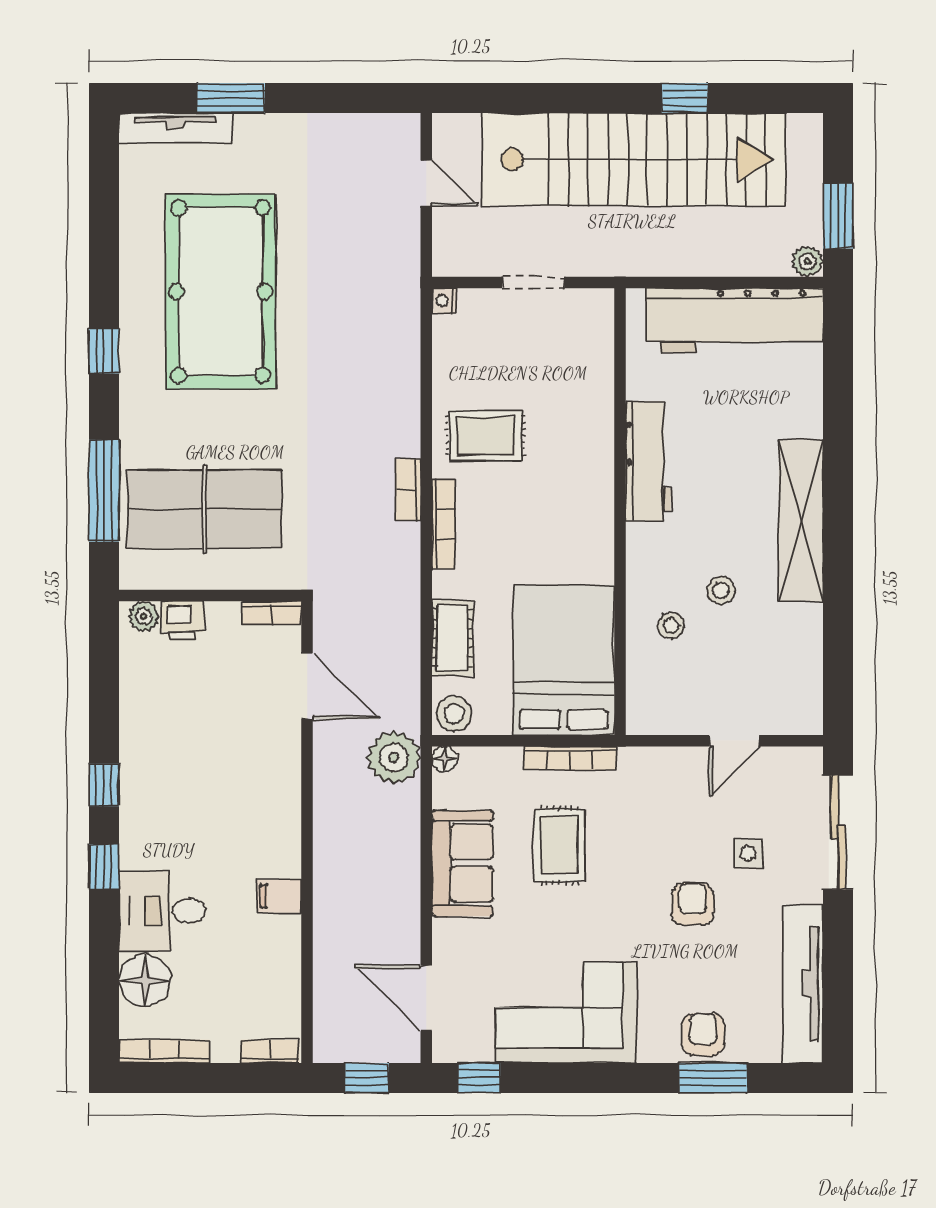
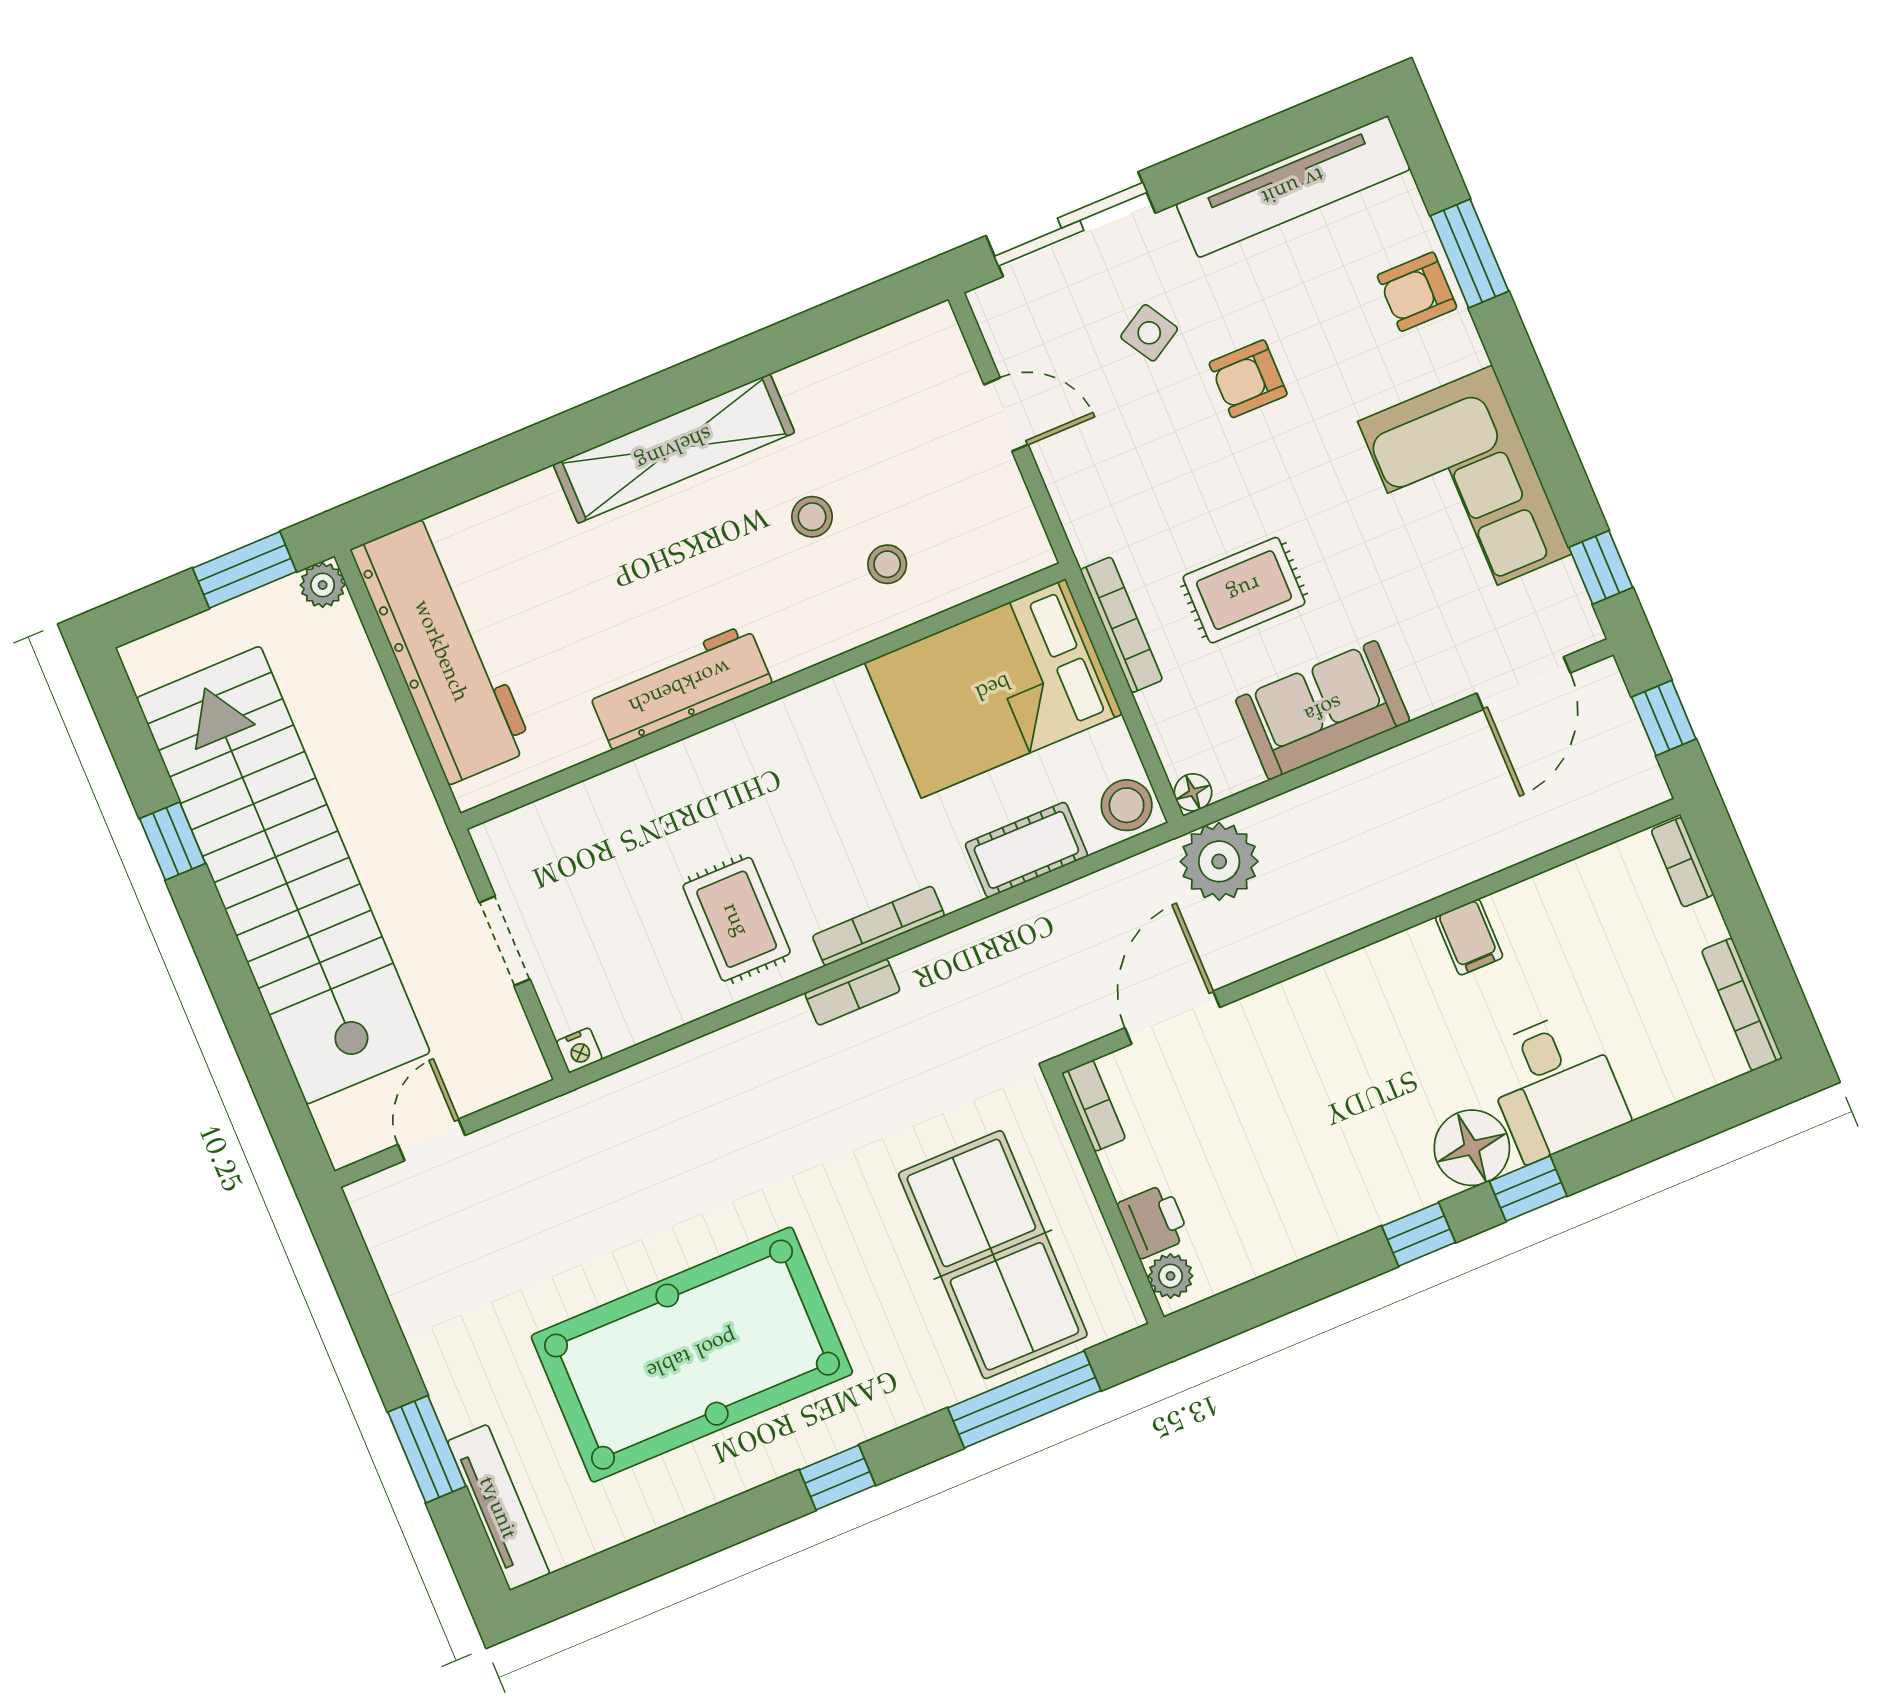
side table: (748, 853) -> (1149, 333), turned -31
floor lamp: (145, 980) -> (1472, 1148), moved

